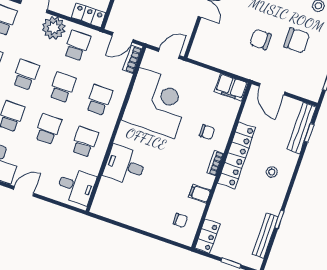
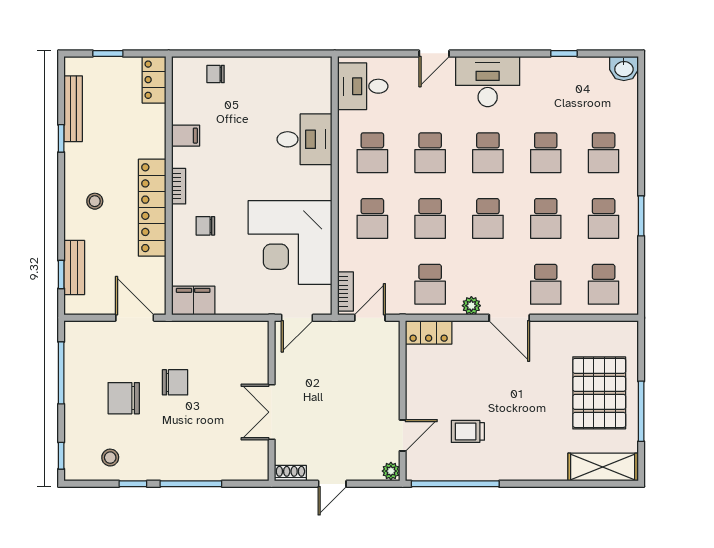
plant: (54, 28) -> (471, 306), width x0.53, depth x0.53
bench: (302, 128) -> (74, 268), width x0.73
chair: (180, 220) -> (216, 74), moved

